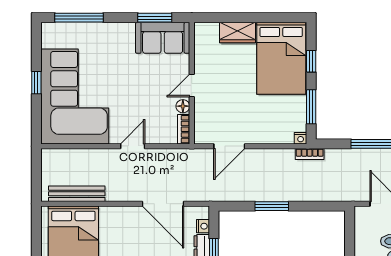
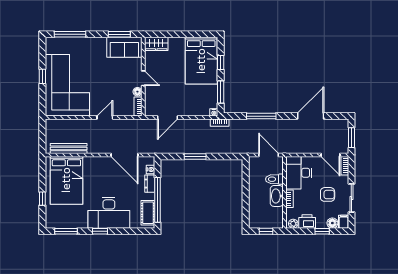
wardrobe: (237, 33) -> (156, 44), moved
door: (192, 86) -> (143, 78), swing flipped

